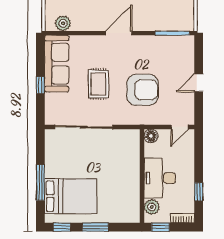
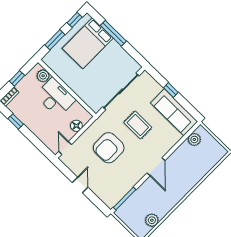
wall: (142, 176) -> (67, 88), moved
desk: (160, 178) -> (55, 97), moved
plant: (152, 207) -> (43, 76), moved

